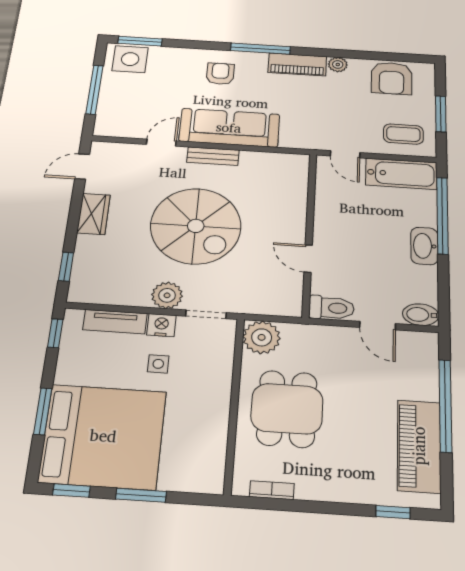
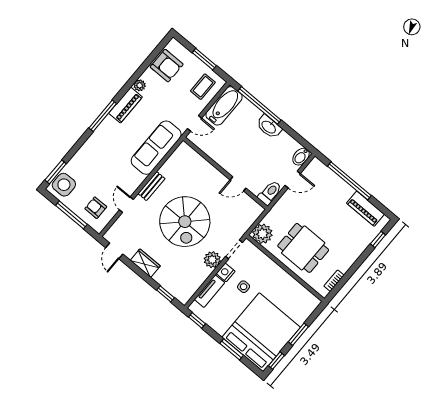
armchair: (220, 74) -> (96, 208), moved
sofa: (229, 128) -> (156, 148), moved
spiral stairs: (196, 226) -> (185, 222), turned 90
piano: (419, 446) -> (365, 209), width x0.73, depth x0.75

